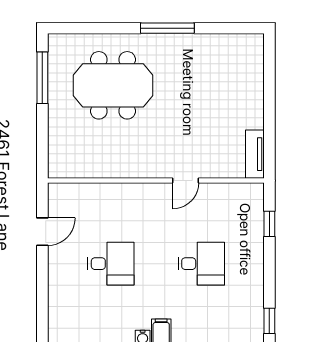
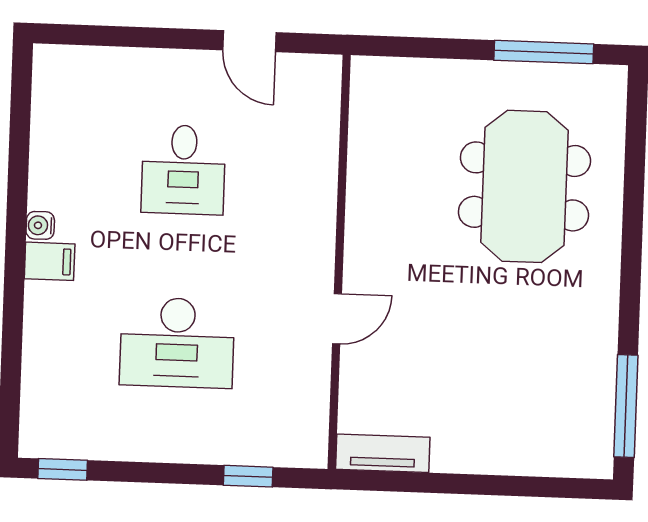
window: (167, 28) -> (626, 406), moved
door: (186, 181) -> (337, 319), swing flipped
desk: (201, 264) -> (177, 343), width x1.37

